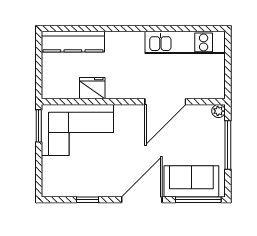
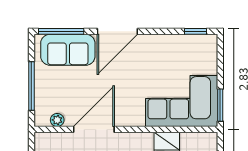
plant: (218, 111) -> (57, 120), moved
window: (87, 200) -> (196, 31), moved

